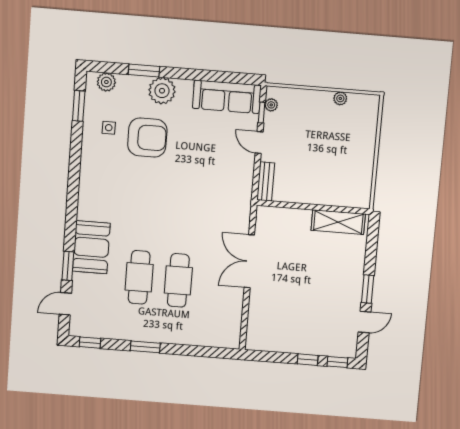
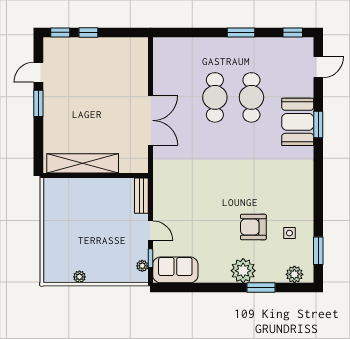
sofa: (227, 97) -> (175, 270), width x0.73
armchair: (147, 137) -> (253, 227), width x0.73, depth x0.73
shelving: (338, 222) -> (83, 163), width x1.47
window: (68, 266) -> (318, 124), moved

